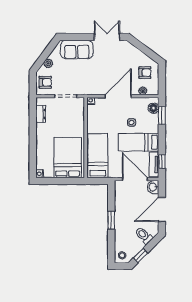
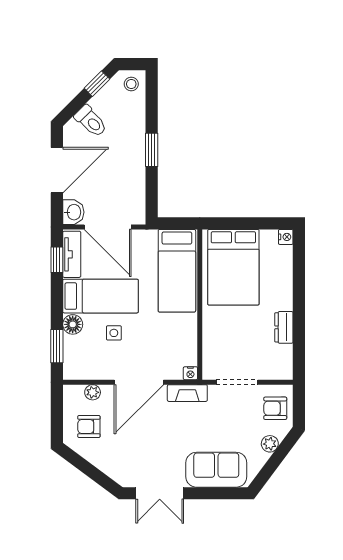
fireplace: (92, 90) -> (187, 393), added
floor lamp: (153, 108) -> (73, 324), moved
dresser: (41, 114) -> (284, 327), moved

